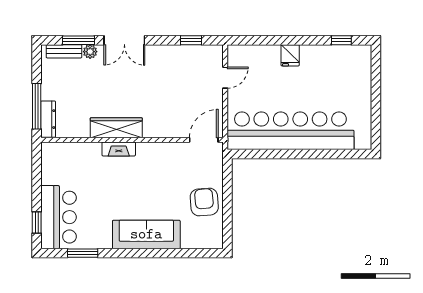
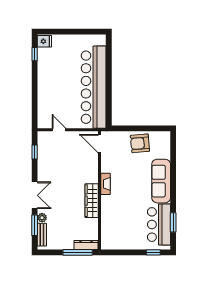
fridge: (290, 55) -> (44, 41), moved
fireplace: (119, 149) -> (105, 184), moved
bar counter: (59, 217) -> (159, 225), moved, turned -90

